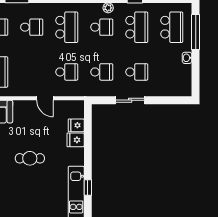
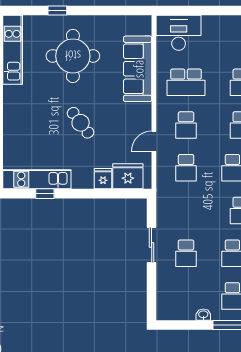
school desk: (102, 72) -> (186, 125), moved
fridge: (76, 125) -> (128, 176), width x1.88, depth x1.34
cafe table: (30, 158) -> (81, 123), turned -37

